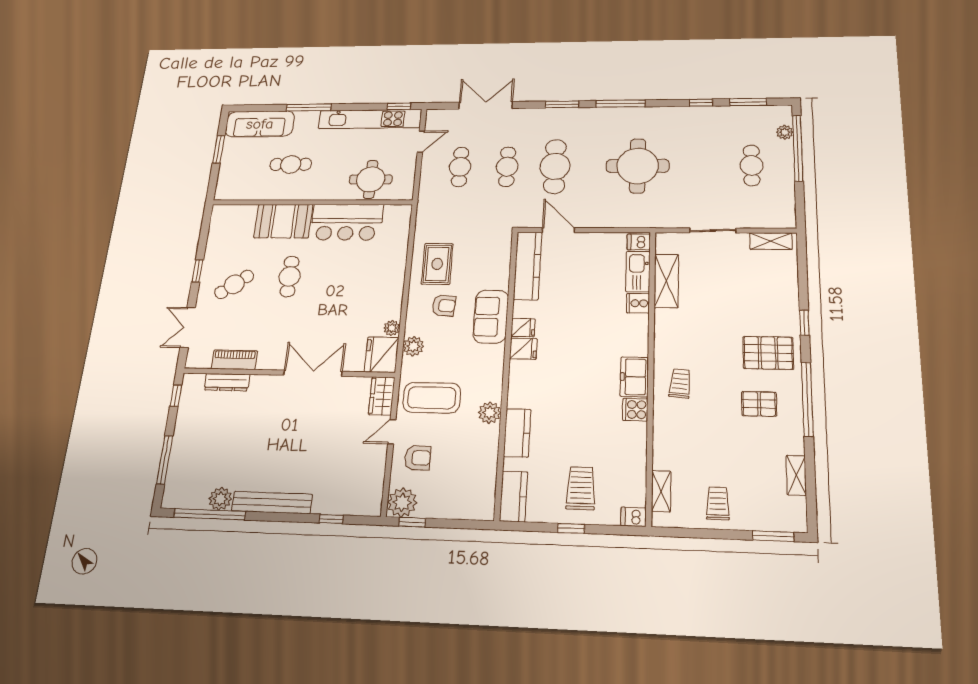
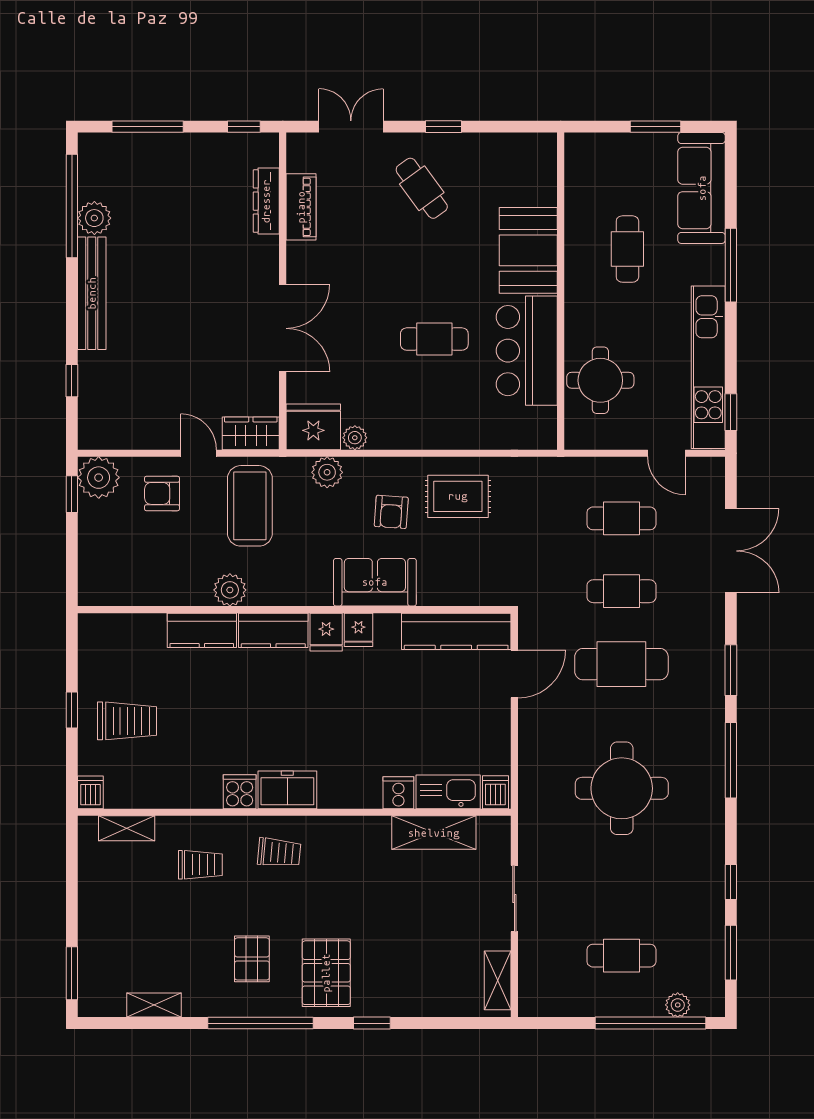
cafe table: (290, 276) -> (434, 339), moved
armchair: (418, 458) -> (162, 493), turned 90
kitchen counter: (513, 496) -> (273, 630), moved
trolley: (718, 503) -> (200, 865), moved

